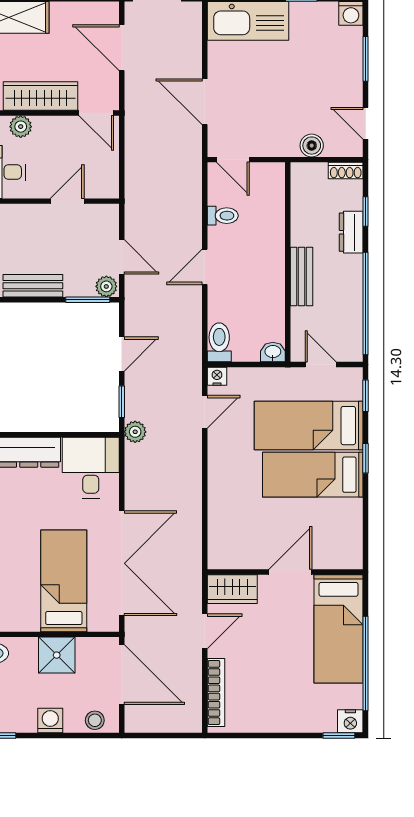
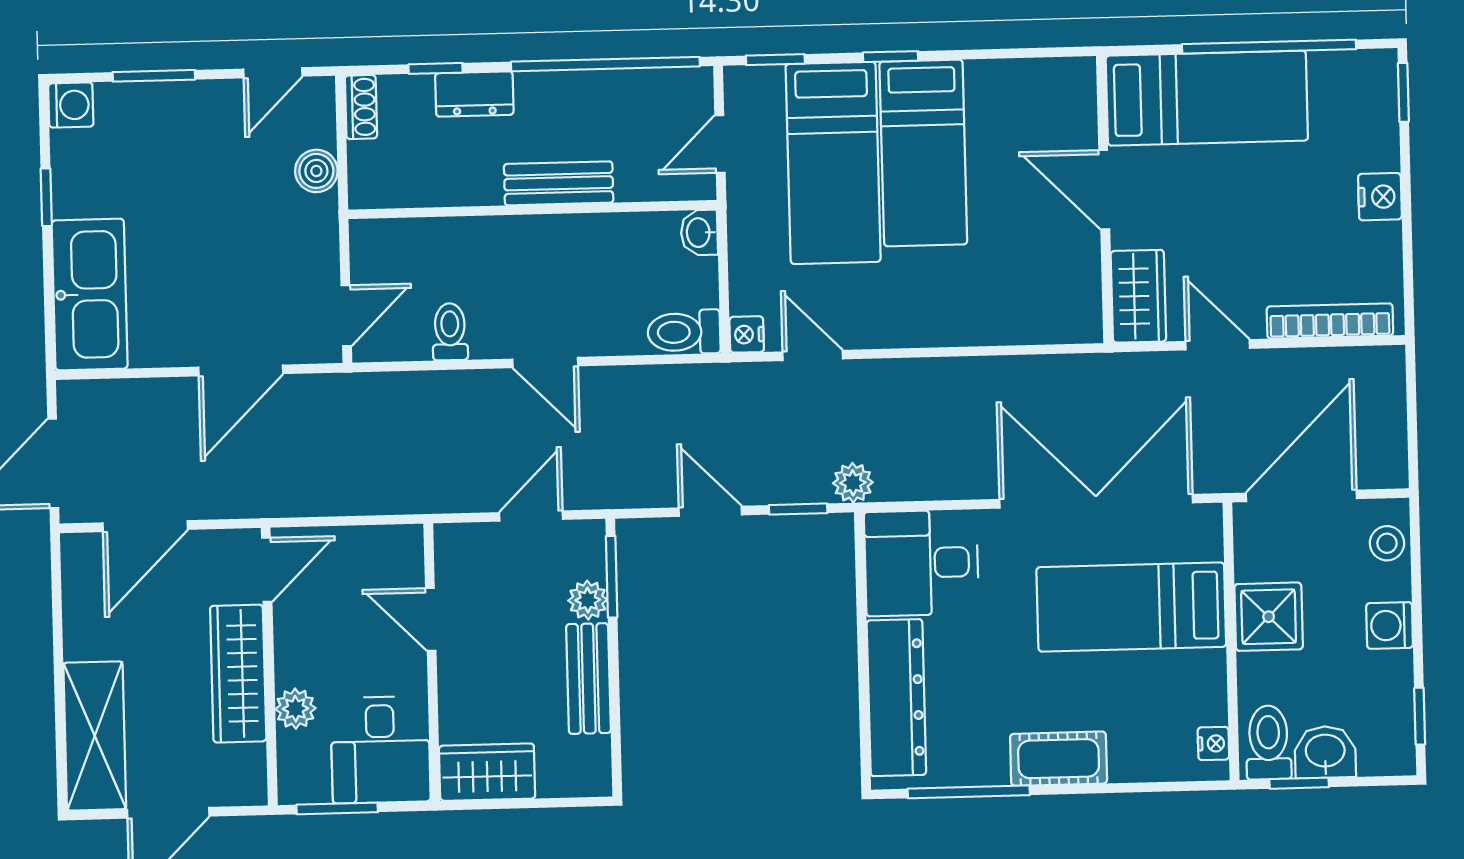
plant: (106, 286) -> (588, 600), moved
nightstand: (350, 721) -> (1380, 197), moved

